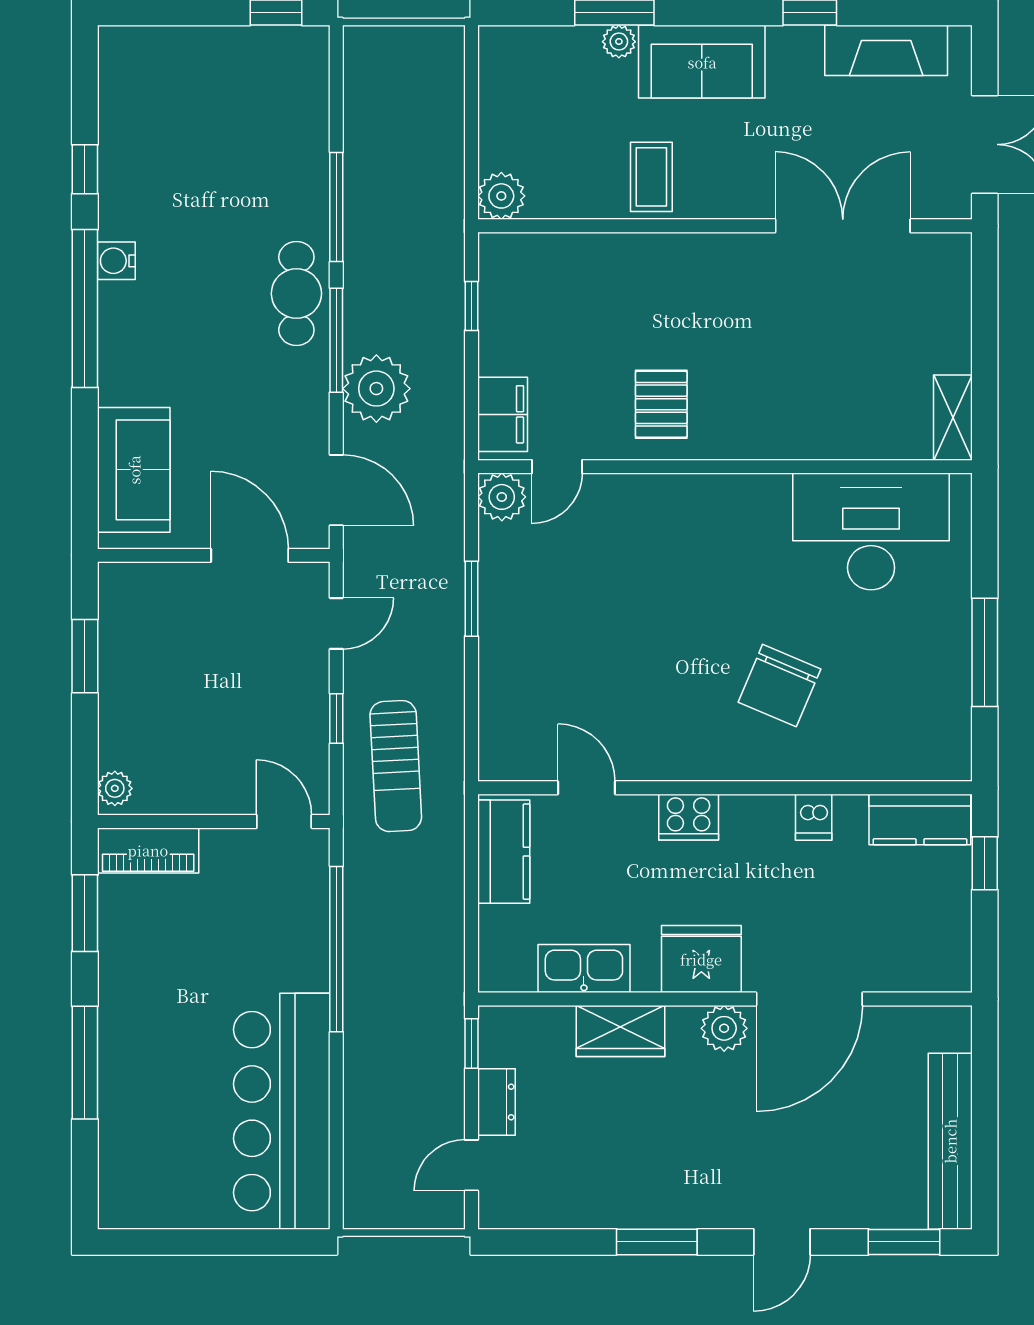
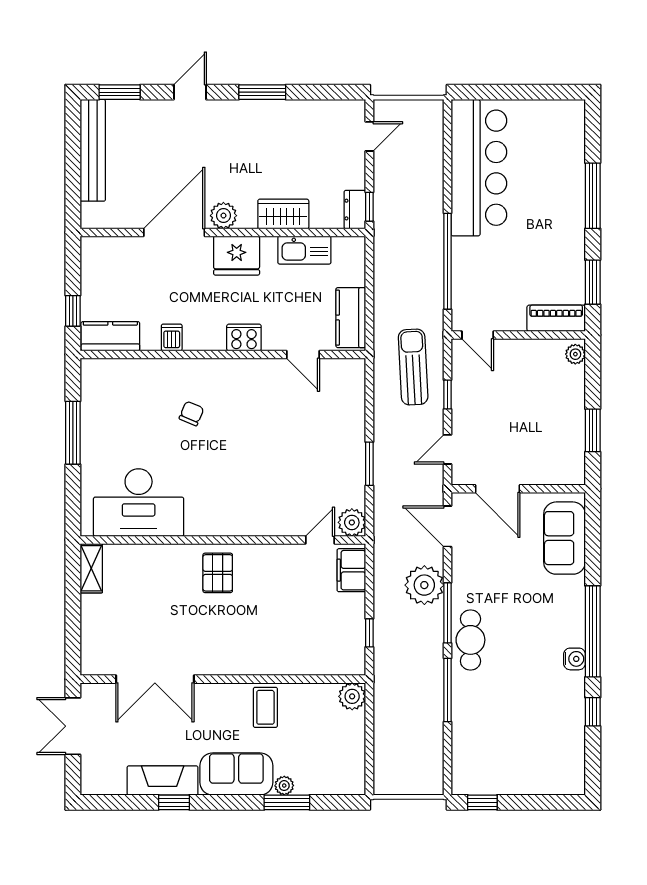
fireplace: (886, 50) -> (163, 780), moved
pallet: (661, 404) -> (218, 573), moved
chair: (779, 686) -> (191, 414), width x0.54, depth x0.54
dresser: (497, 1102) -> (355, 210), moved

